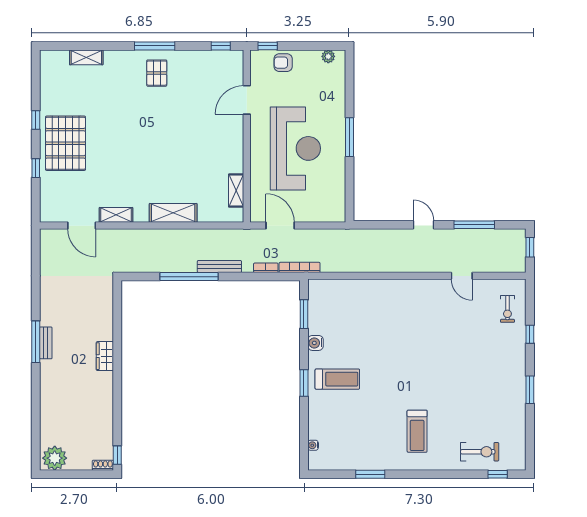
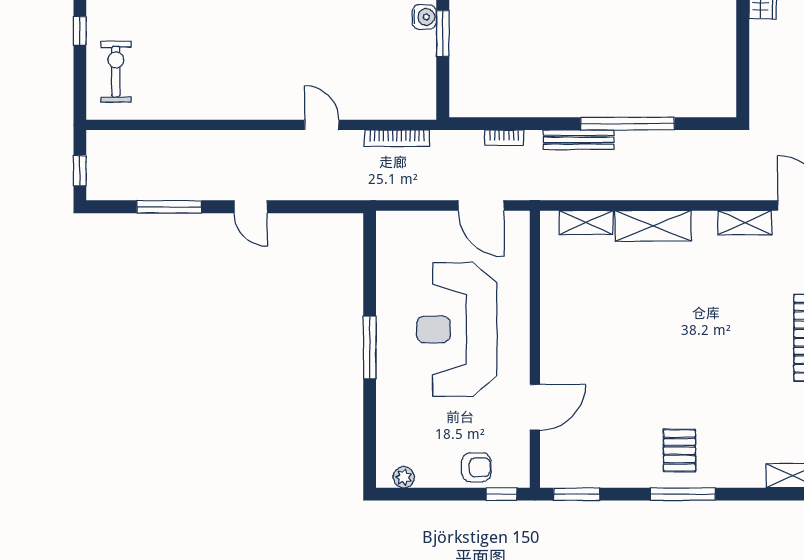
window: (221, 46) -> (577, 494), width x1.50
shelving: (236, 191) -> (586, 223), moved, turned 90
bookcase: (300, 267) -> (397, 138), moved
door: (462, 276) -> (322, 125), moved
exercise bike: (507, 309) -> (116, 72), width x1.38, depth x1.39
window: (304, 314) -> (443, 33), moved

